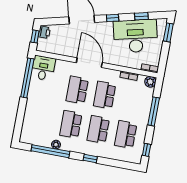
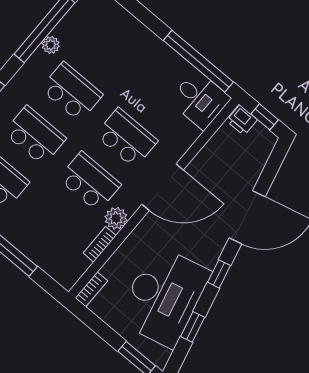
printer: (44, 32) -> (242, 120), moved
plant: (150, 82) -> (116, 218), moved

